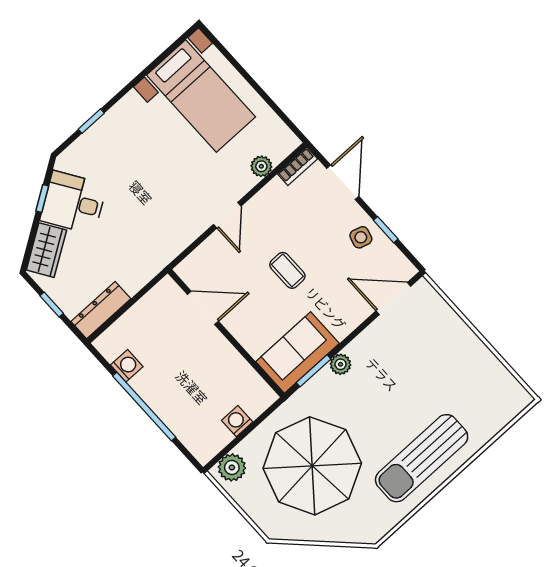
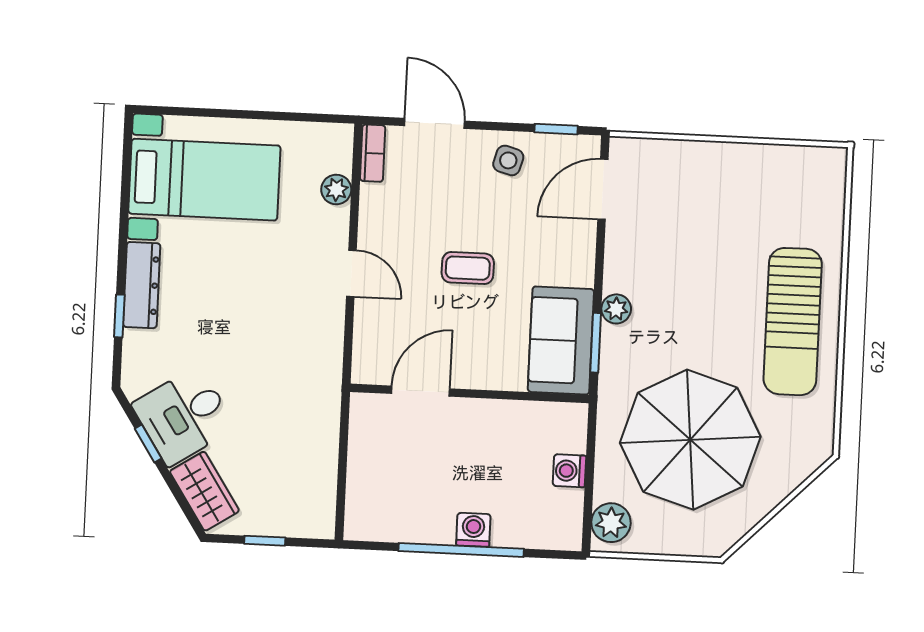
window: (386, 230) -> (556, 129), moved
dresser: (101, 310) -> (142, 285), moved, turned 180
washing machine: (127, 366) -> (473, 530), moved

